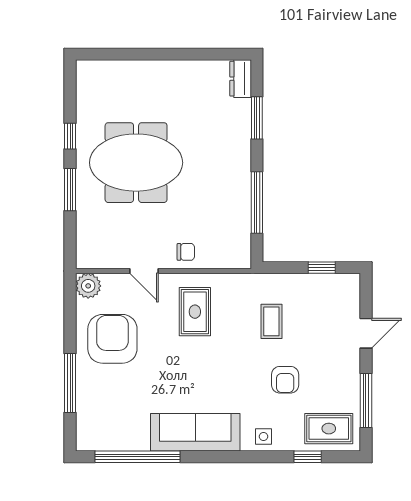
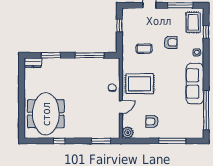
meeting table: (136, 163) -> (46, 114), moved
window: (70, 190) -> (101, 141), moved
rug: (195, 312) -> (140, 84), width x1.36, depth x1.43
armchair: (112, 339) -> (152, 121), width x0.53, depth x0.53

